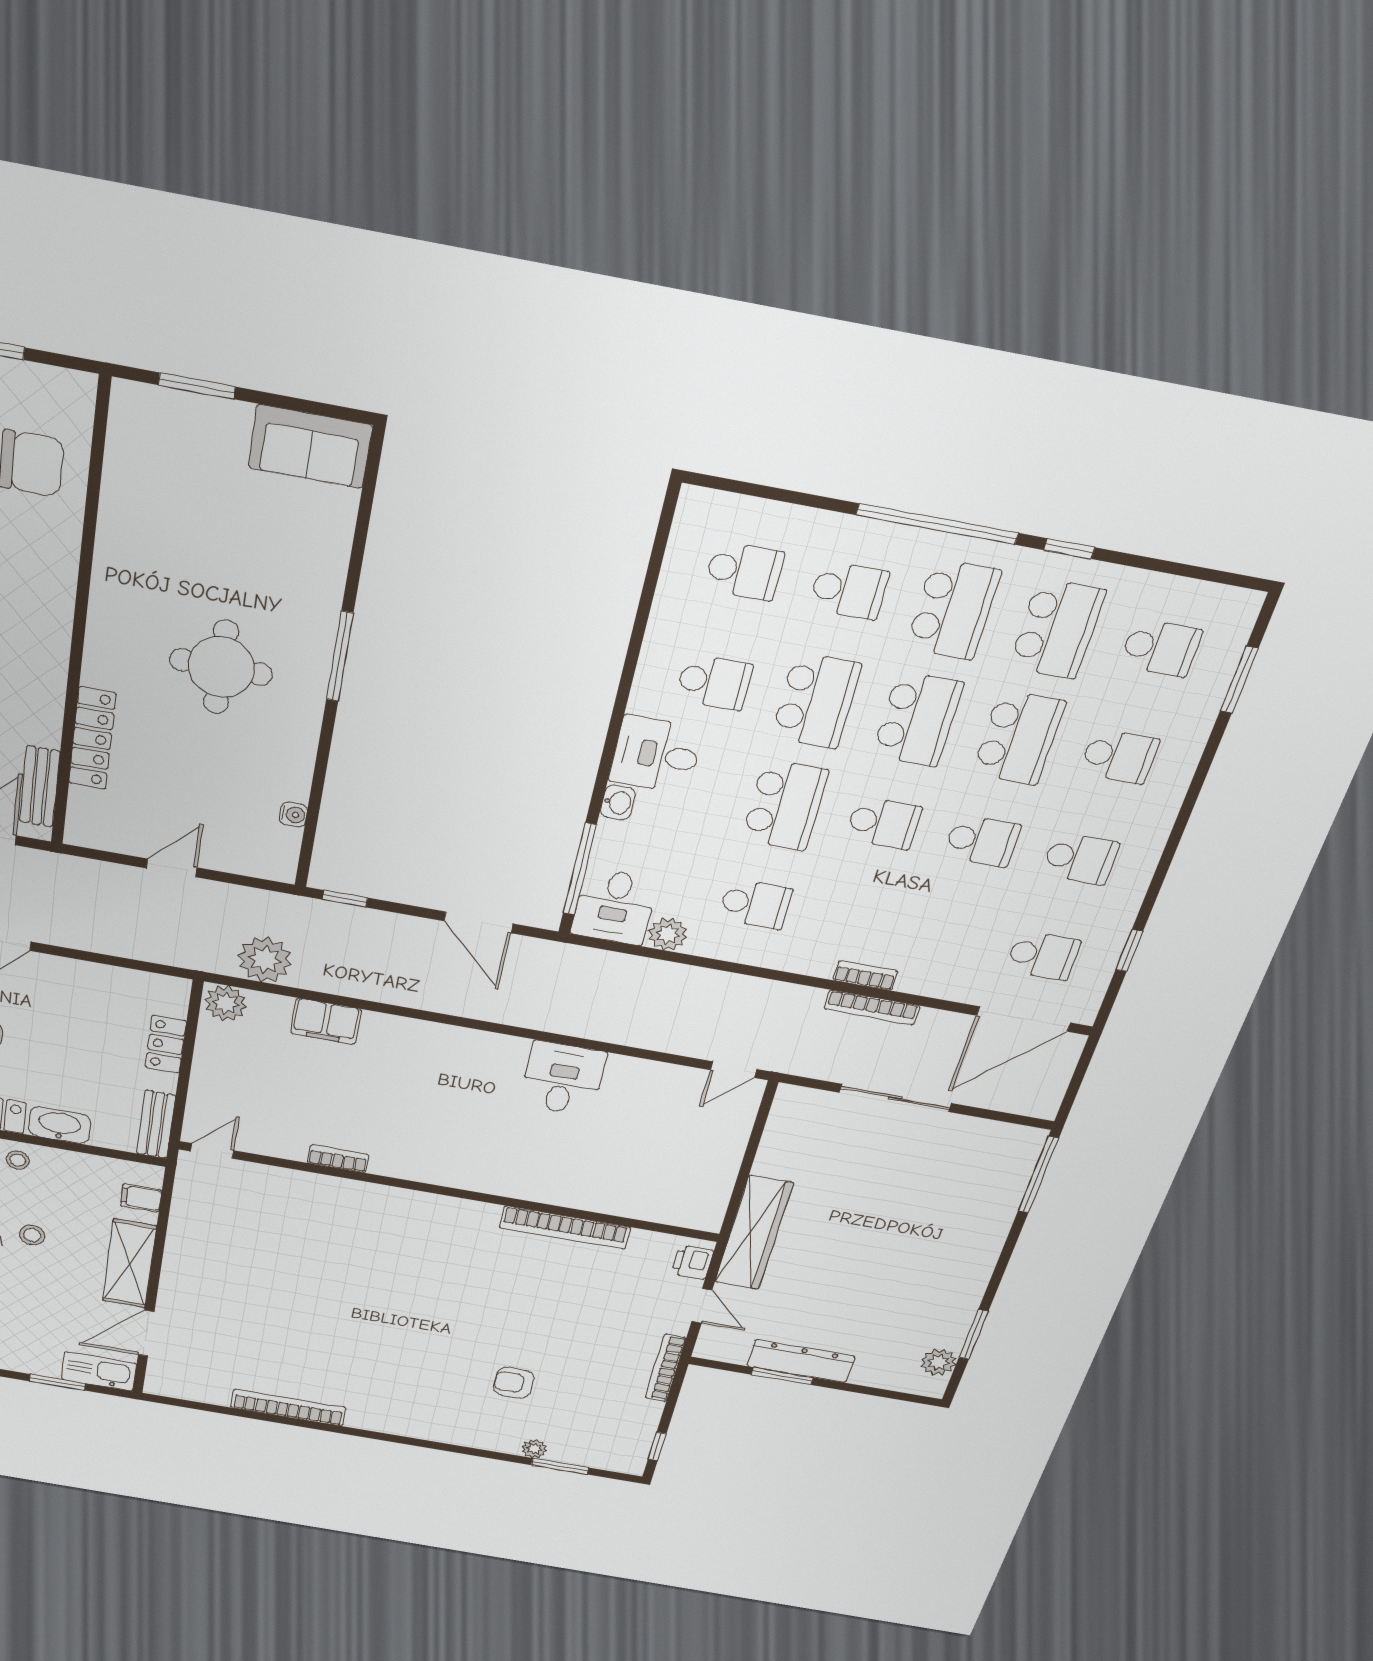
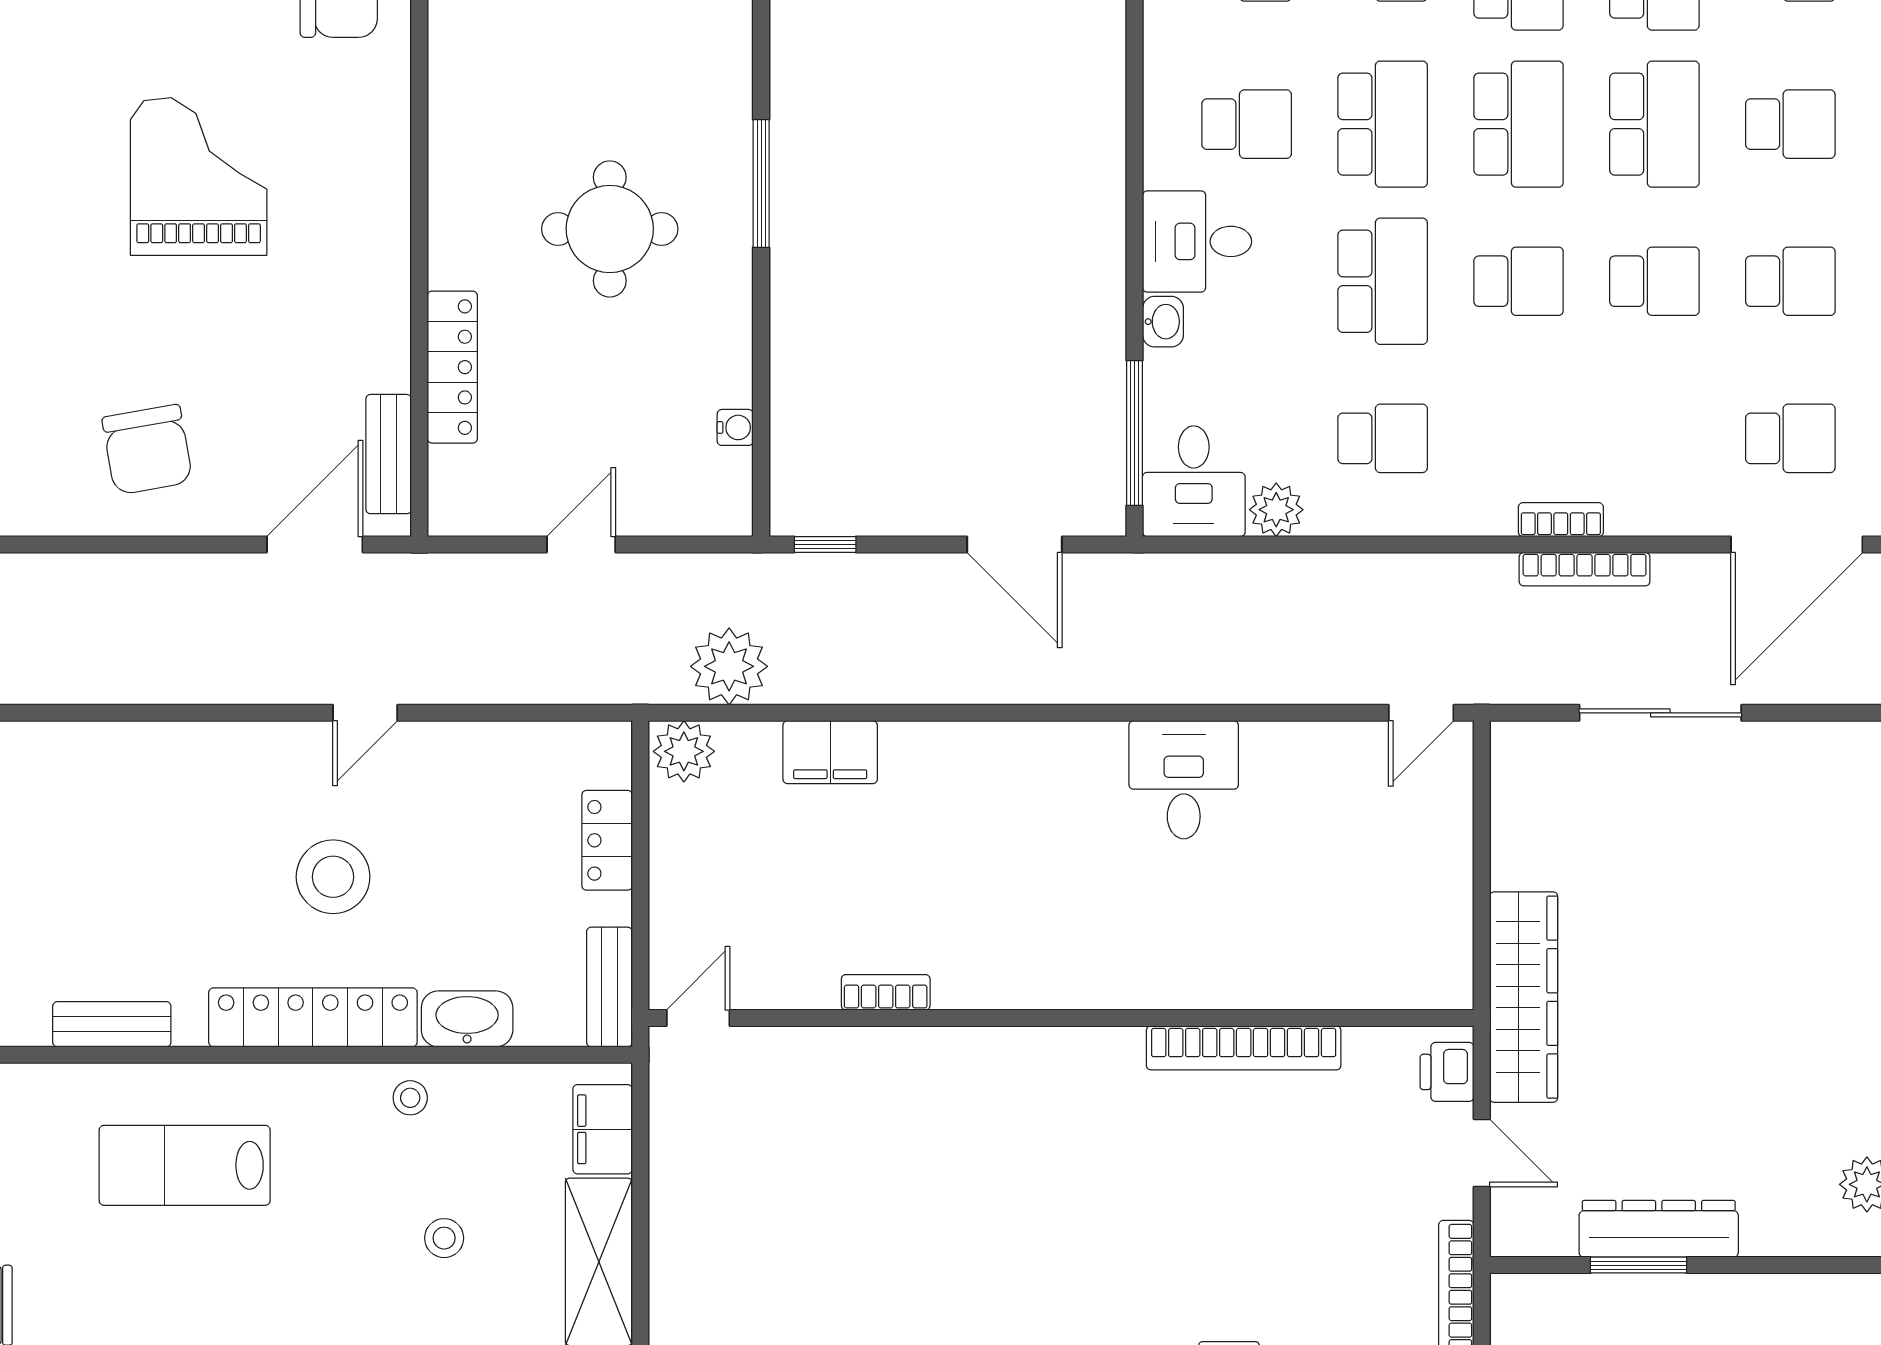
filing cabinet: (141, 1198) -> (603, 1129), width x2.00

